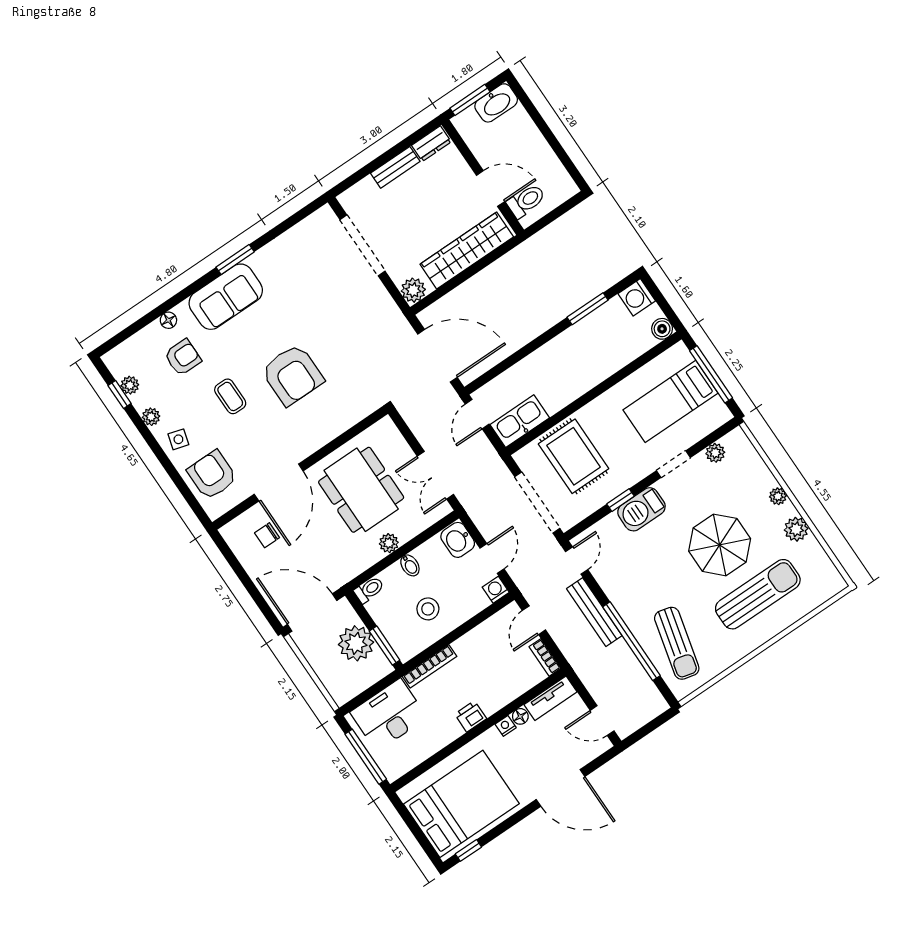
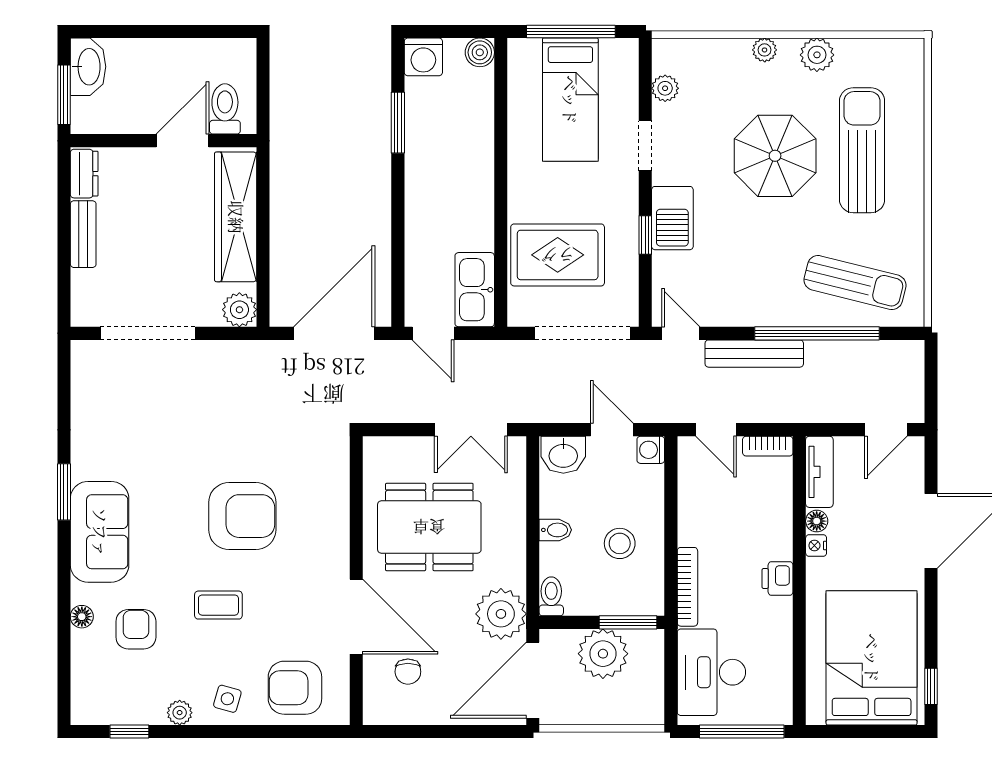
plant: (130, 385) -> (126, 712), removed
plant: (389, 543) -> (501, 614), moved, width x1.88, depth x1.88

